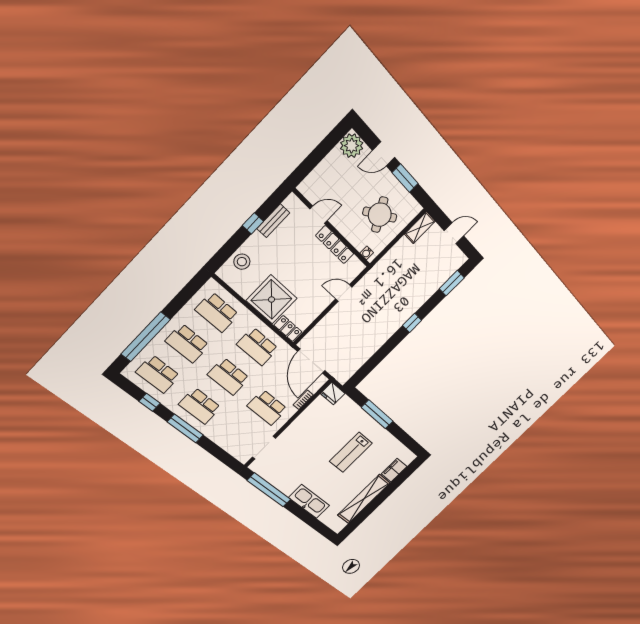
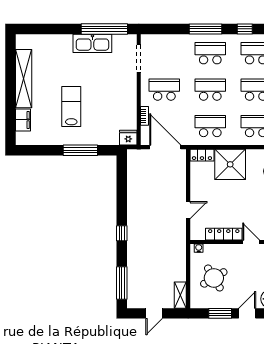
door: (319, 215) -> (251, 242), swing flipped
window: (452, 283) -> (122, 283), width x1.44
kitchen sink: (309, 502) -> (92, 43), moved

